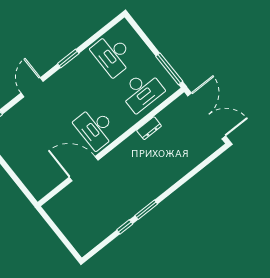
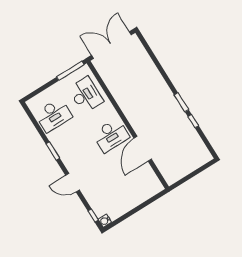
dresser: (149, 128) -> (116, 93), removed

